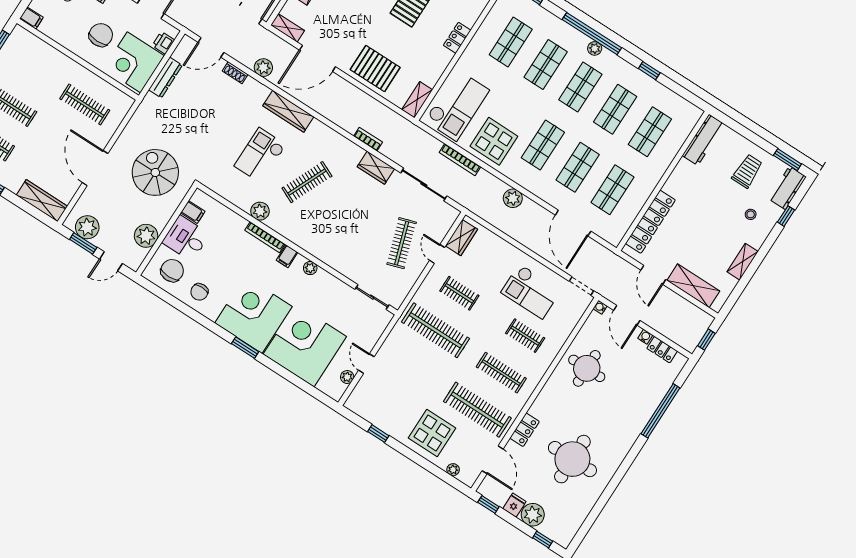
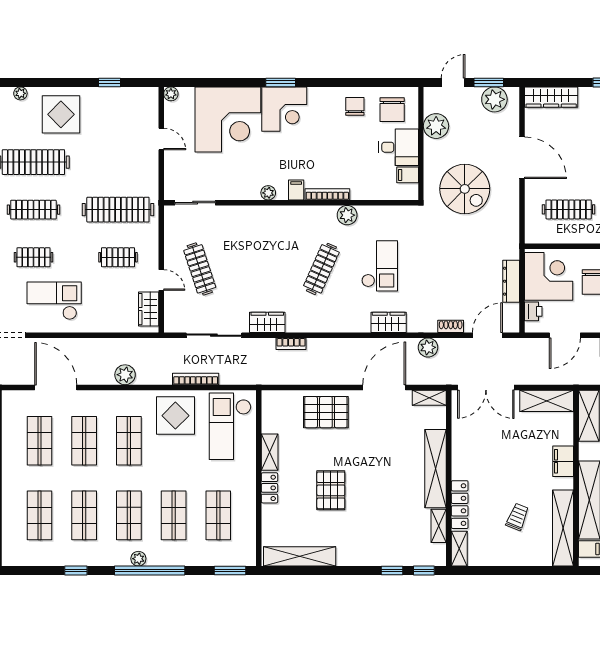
shelving: (417, 100) -> (270, 452), moved
wardrobe: (288, 111) -> (389, 322), width x0.67
corner desk: (253, 315) -> (284, 109), width x0.74, depth x0.74
plant: (347, 377) -> (171, 94), moved

